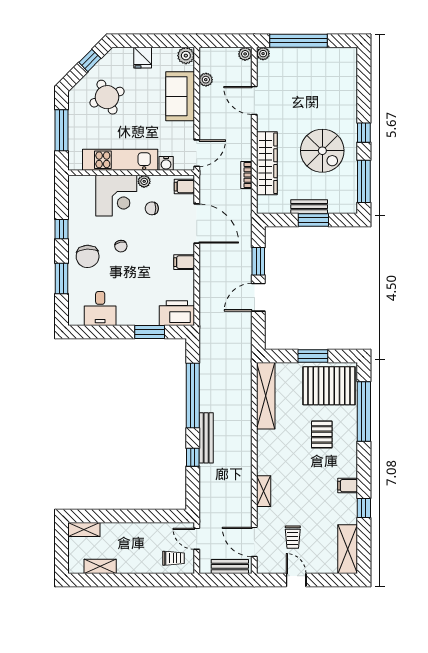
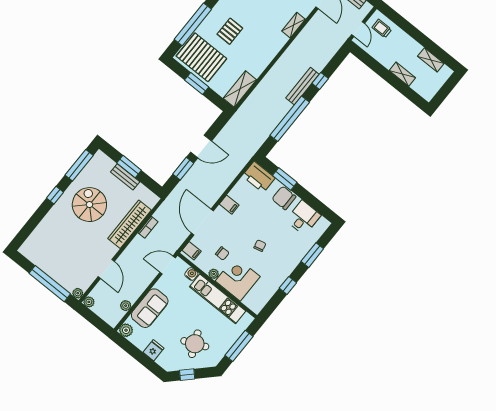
chair: (88, 256) -> (284, 198), moved, turned -87
shelving: (266, 396) -> (240, 89), width x0.68
shelving: (84, 530) -> (402, 74), moved

